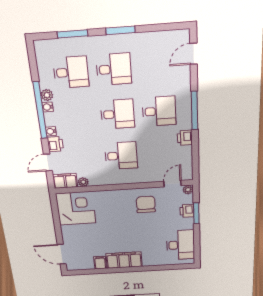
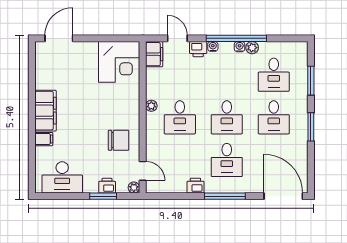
door: (194, 54) -> (283, 196), width x1.87
plant: (83, 182) -> (151, 106), moved
filing cabinet: (100, 263) -> (44, 139), moved

